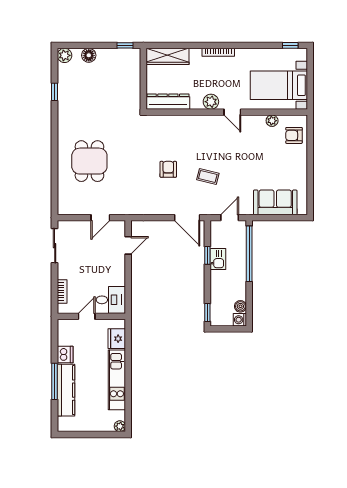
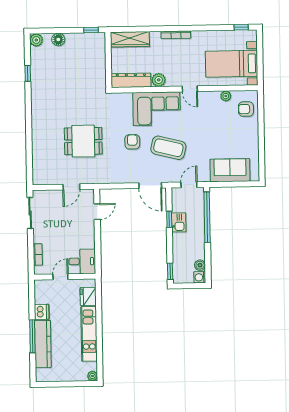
plant: (211, 102) -> (159, 80), moved
corner sofa: (196, 133) -> (157, 109), added
dining table: (89, 161) -> (83, 141), moved, turned 90
coffee table: (208, 176) -> (168, 148), width x1.86, depth x1.72

